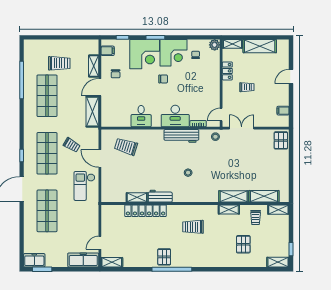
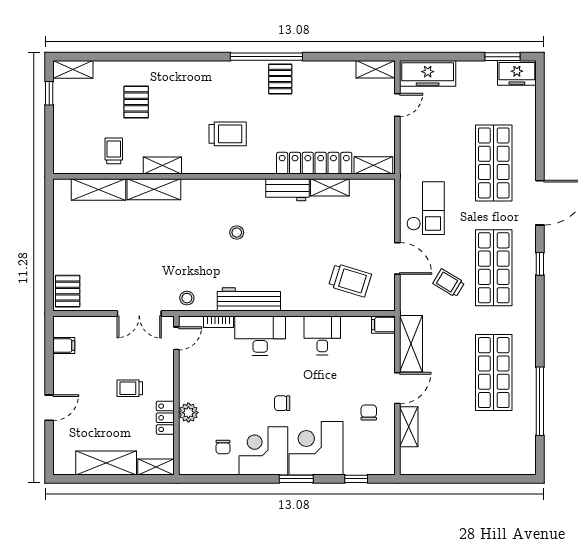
plant: (215, 45) -> (188, 413), moved
filing cabinet: (108, 51) -> (383, 325), moved
trolley: (59, 63) -> (471, 432), removed
shelving: (278, 210) -> (373, 165), moved

